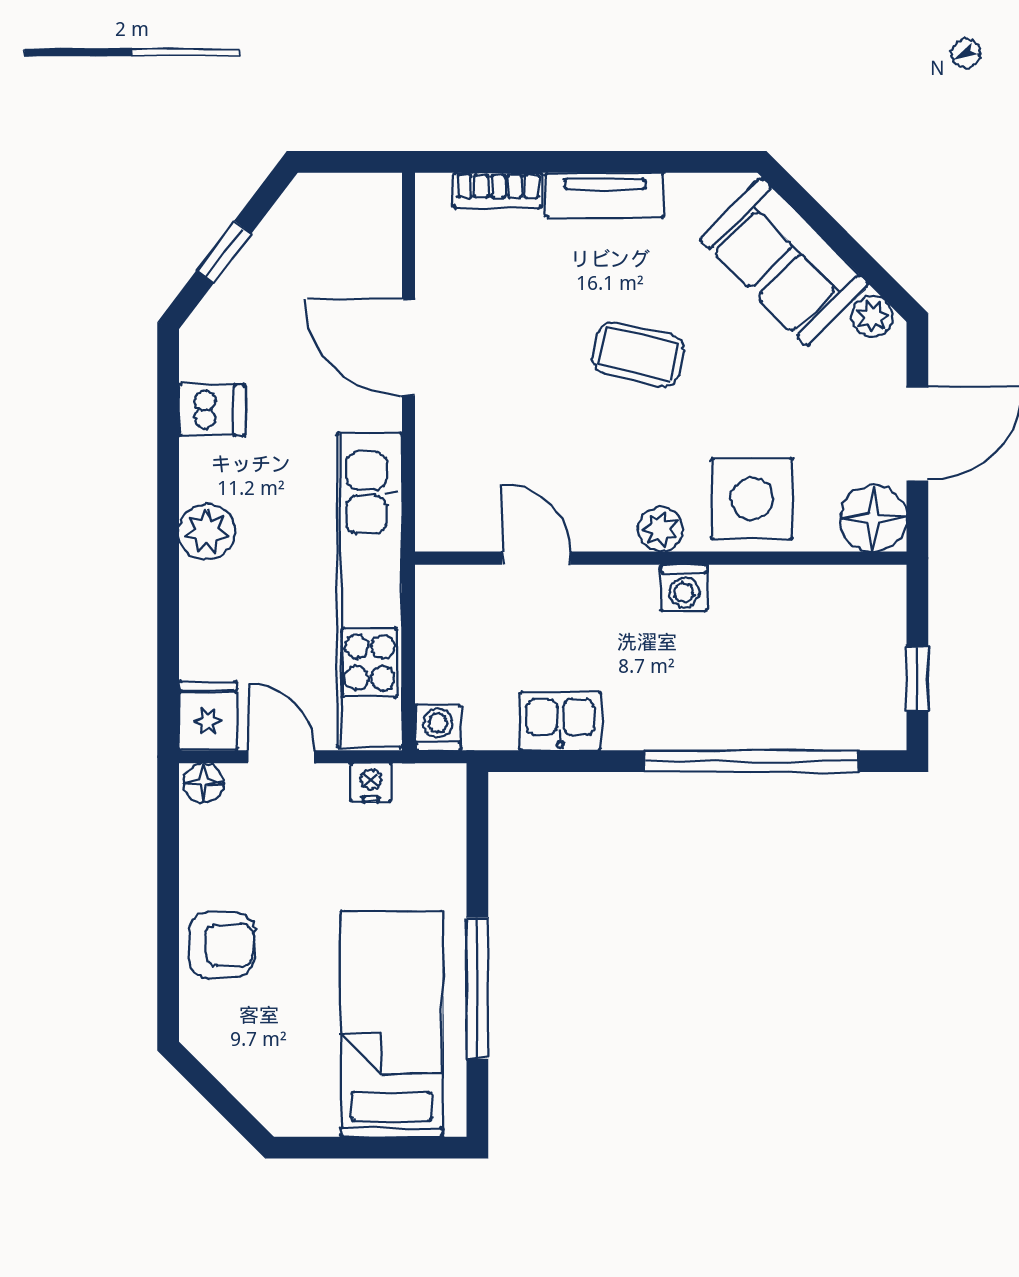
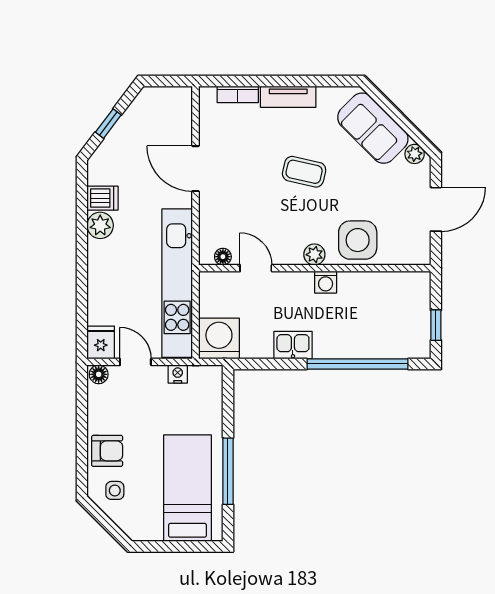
floor lamp: (873, 518) -> (223, 257), moved, width x0.53, depth x0.53
plant: (207, 532) -> (100, 225), moved
kitchen sink: (560, 721) -> (293, 345), moved
washing machine: (438, 728) -> (219, 339), width x1.89, depth x1.89
side table: (238, 1029) -> (115, 490), added

